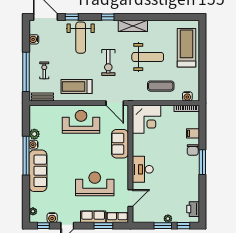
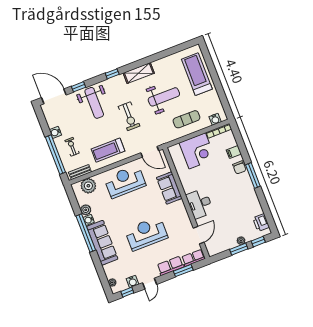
water cooler: (34, 39) -> (55, 132), moved
plant: (45, 113) -> (88, 186), added
corner desk: (147, 119) -> (197, 151), moved
reception desk: (95, 184) -> (146, 234), moved

